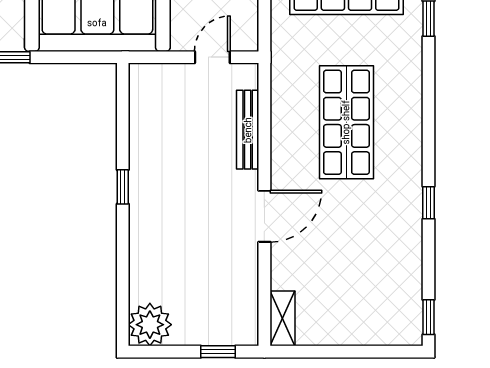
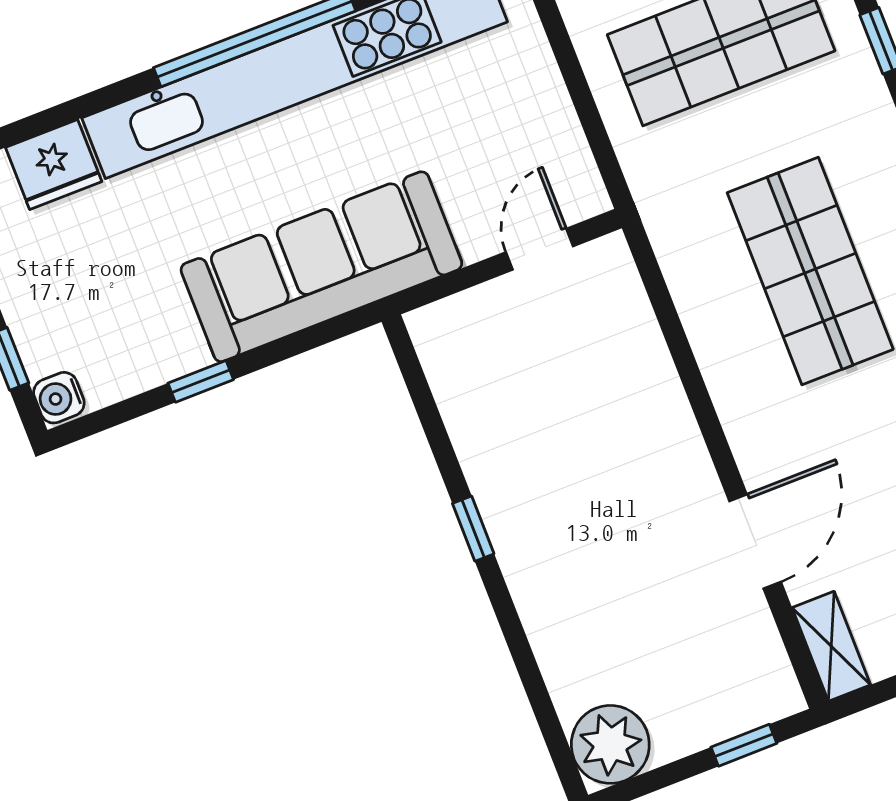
bench: (248, 130) -> (647, 349), removed
door: (264, 216) -> (755, 541), moved

